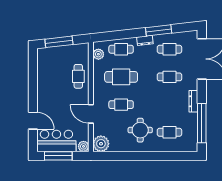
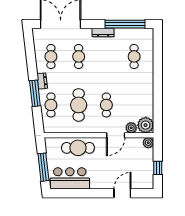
window: (159, 30) -> (35, 93), moved
plant: (98, 54) -> (131, 128), moved
cafe table: (78, 76) -> (78, 148), width x1.37, depth x1.35
round table: (140, 130) -> (132, 86), removed
bar counter: (56, 141) -> (70, 178), moved, turned 90
window: (58, 156) -> (158, 168), width x0.46

